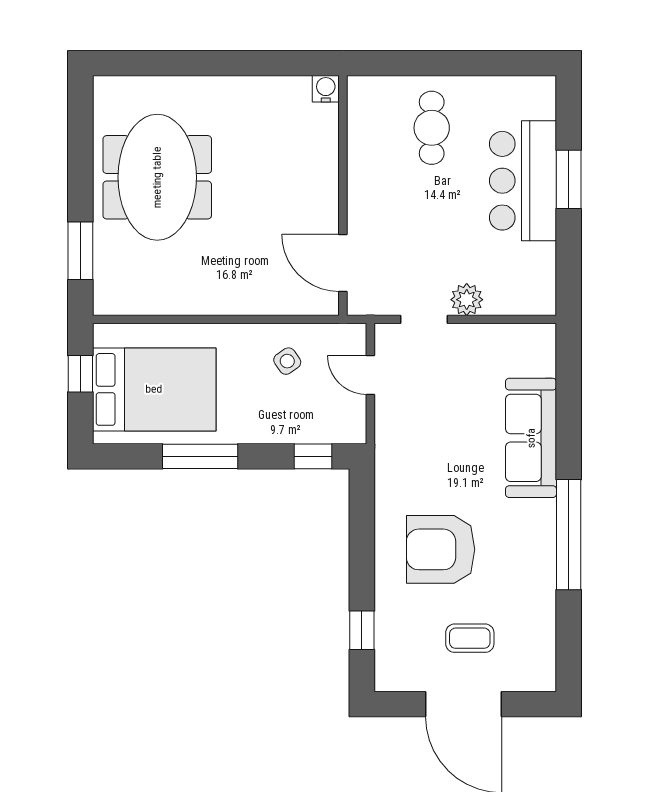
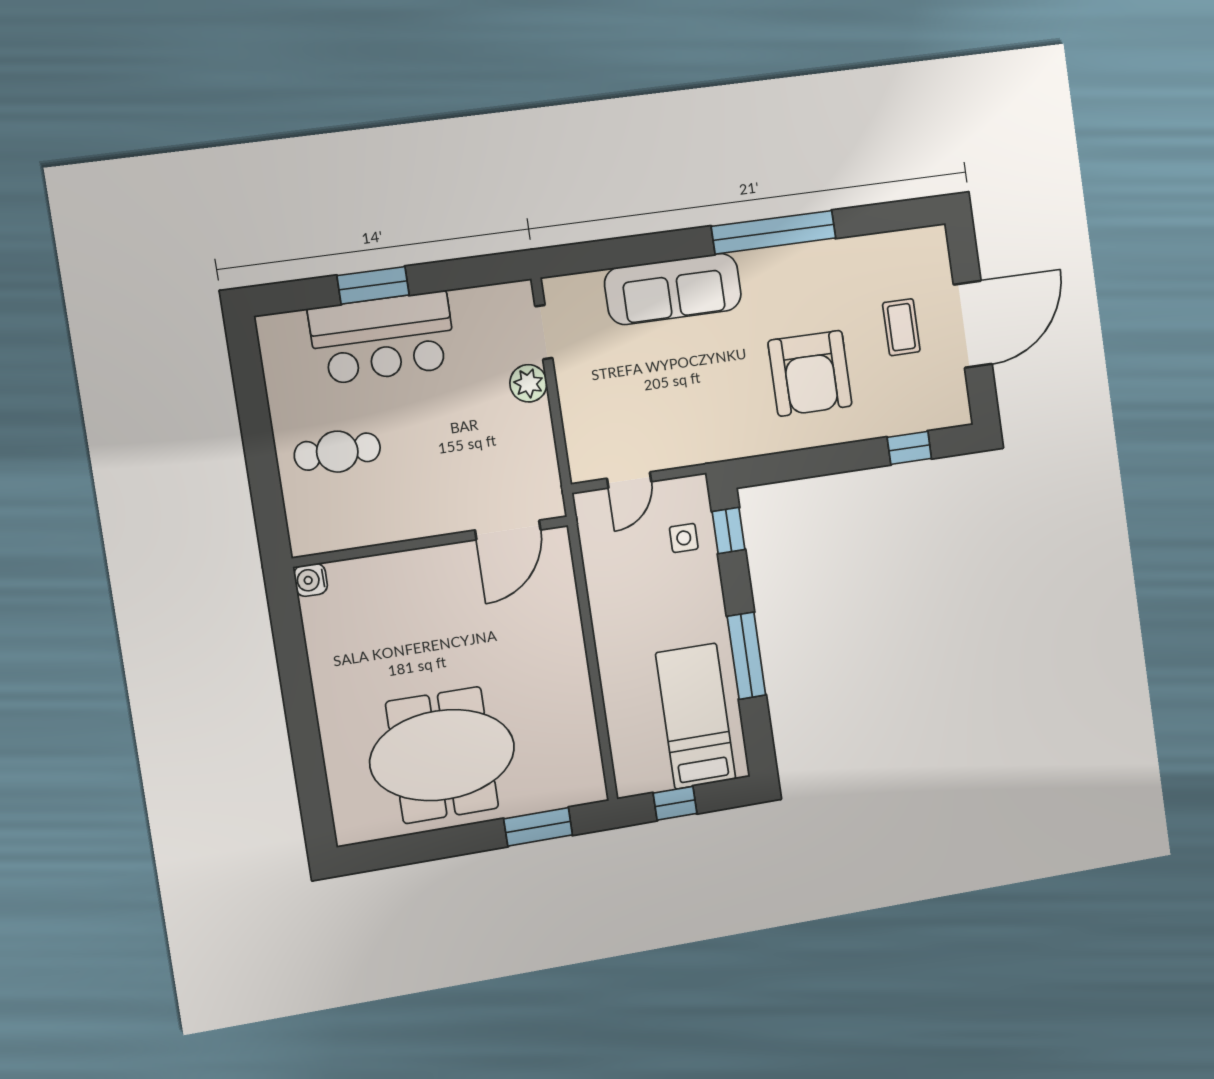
doorway: (424, 319) -> (544, 332), moved
side table: (287, 361) -> (684, 538), moved, turned 35
bed: (154, 389) -> (696, 716), width x0.67

